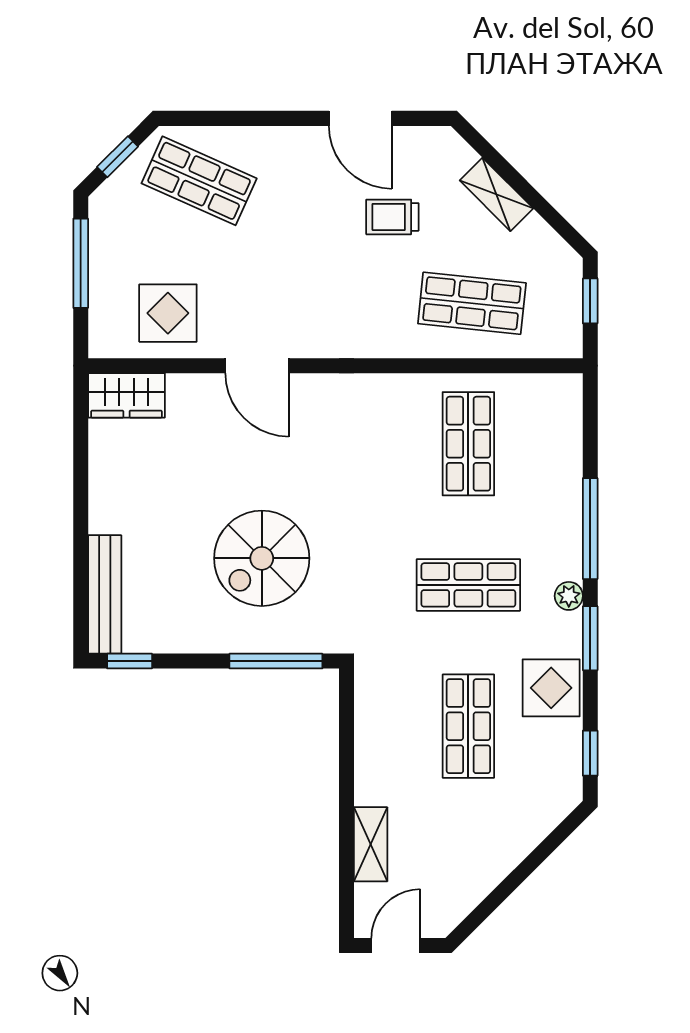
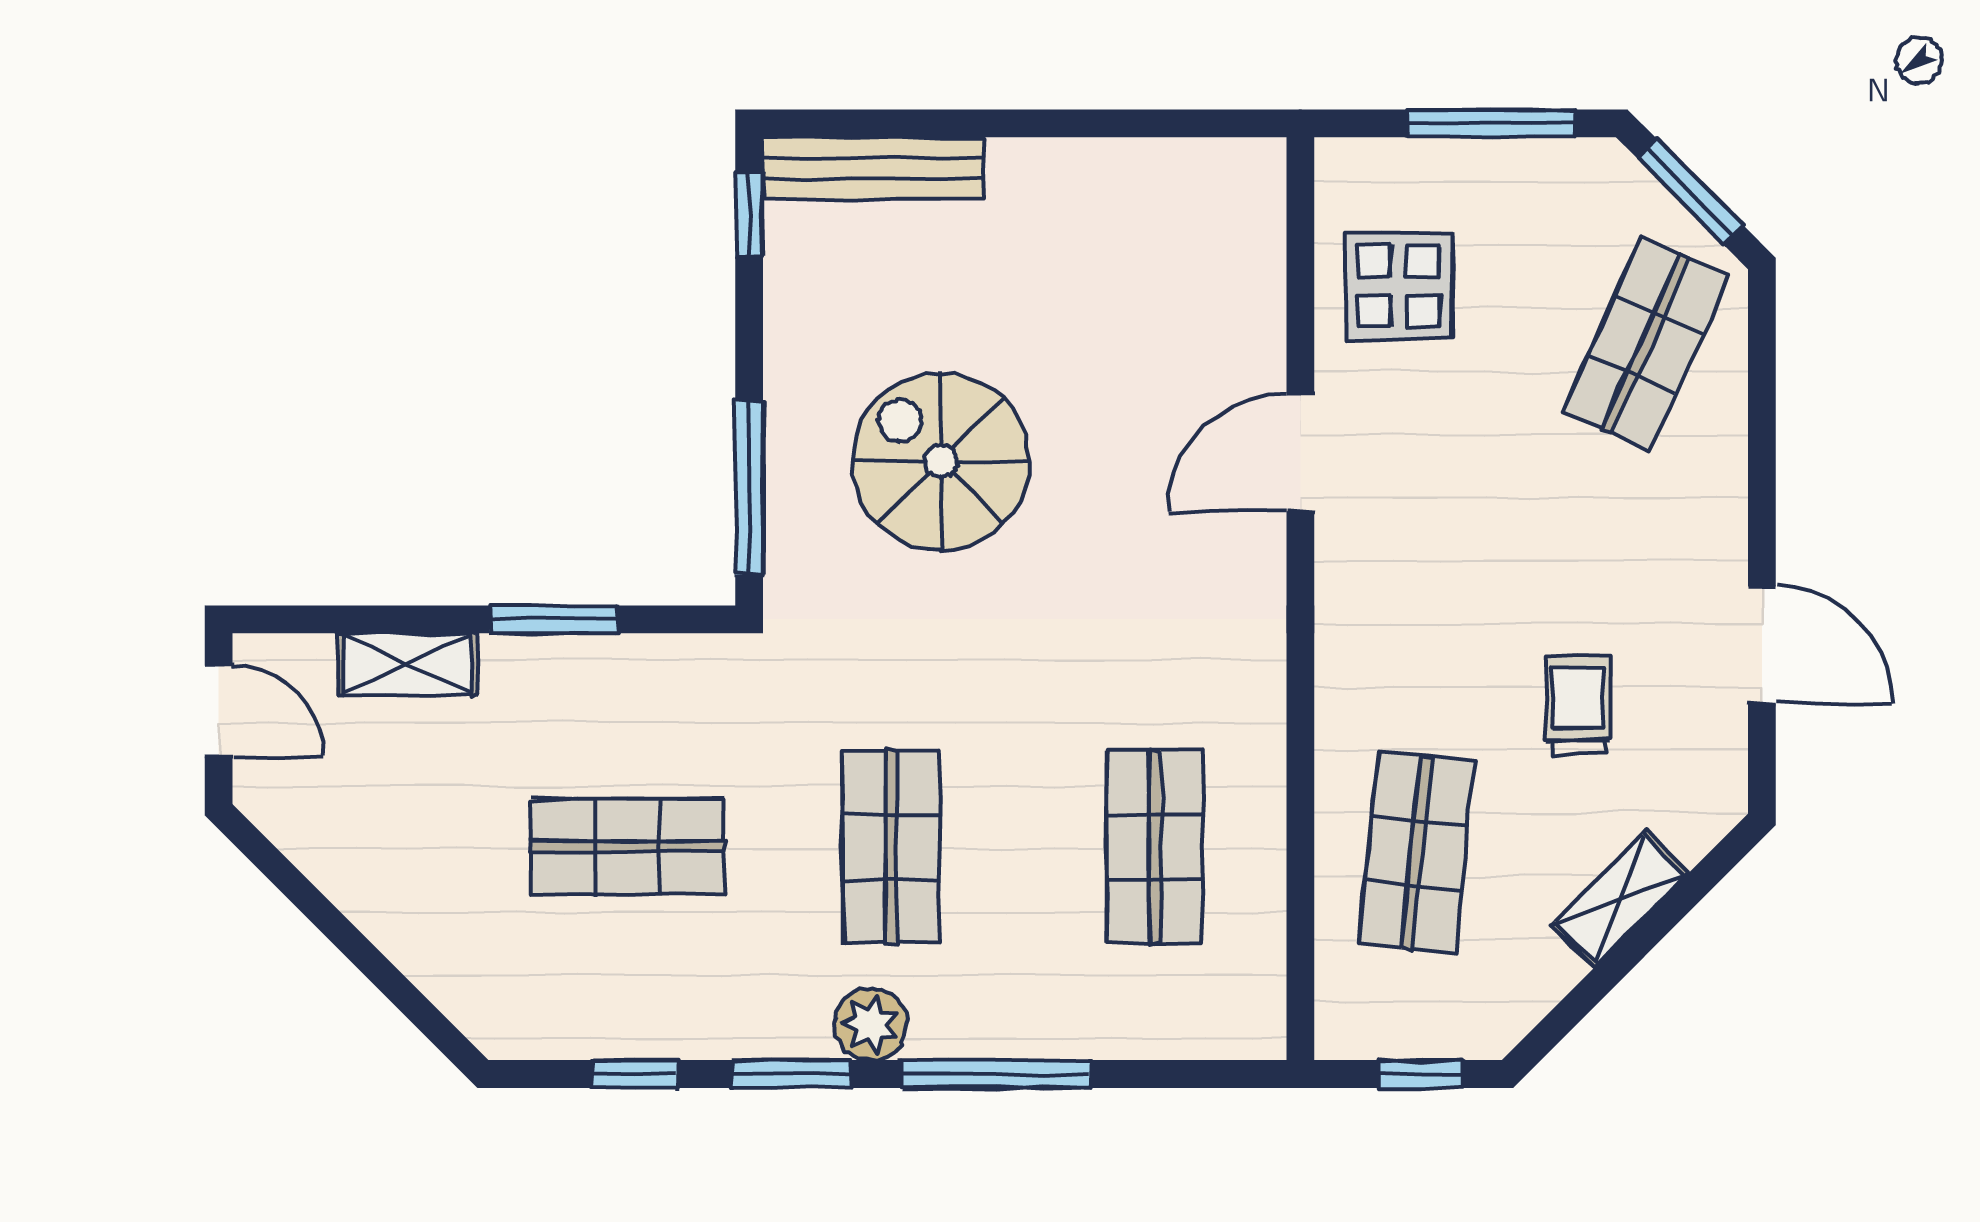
door: (360, 118) -> (1762, 645), swing flipped
window: (118, 157) -> (1690, 192), width x1.50
wardrobe: (126, 395) -> (1245, 209), removed
shop shelf: (468, 444) -> (1155, 847), turned 90
plant: (569, 596) -> (871, 1024), width x1.38, depth x1.38
display table: (551, 688) -> (699, 1001), removed
window: (590, 753) -> (636, 1074), moved
window: (347, 766) -> (553, 619), added

